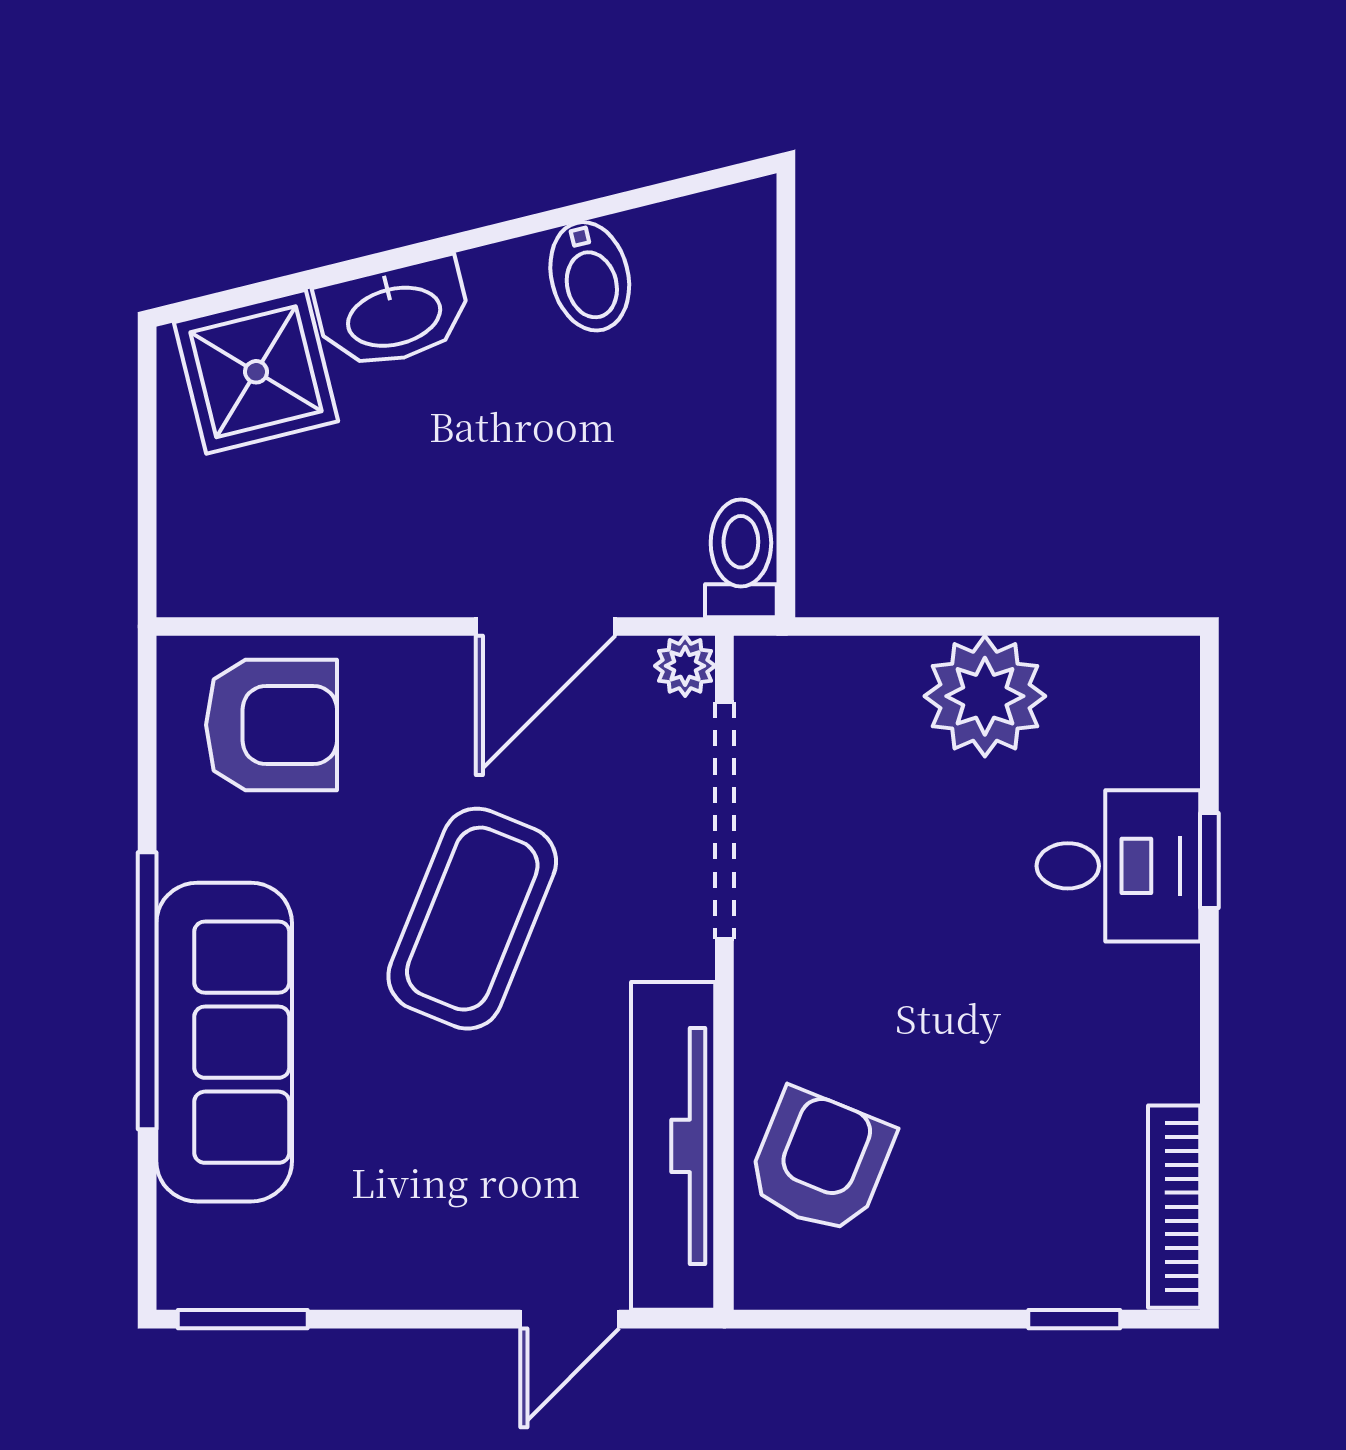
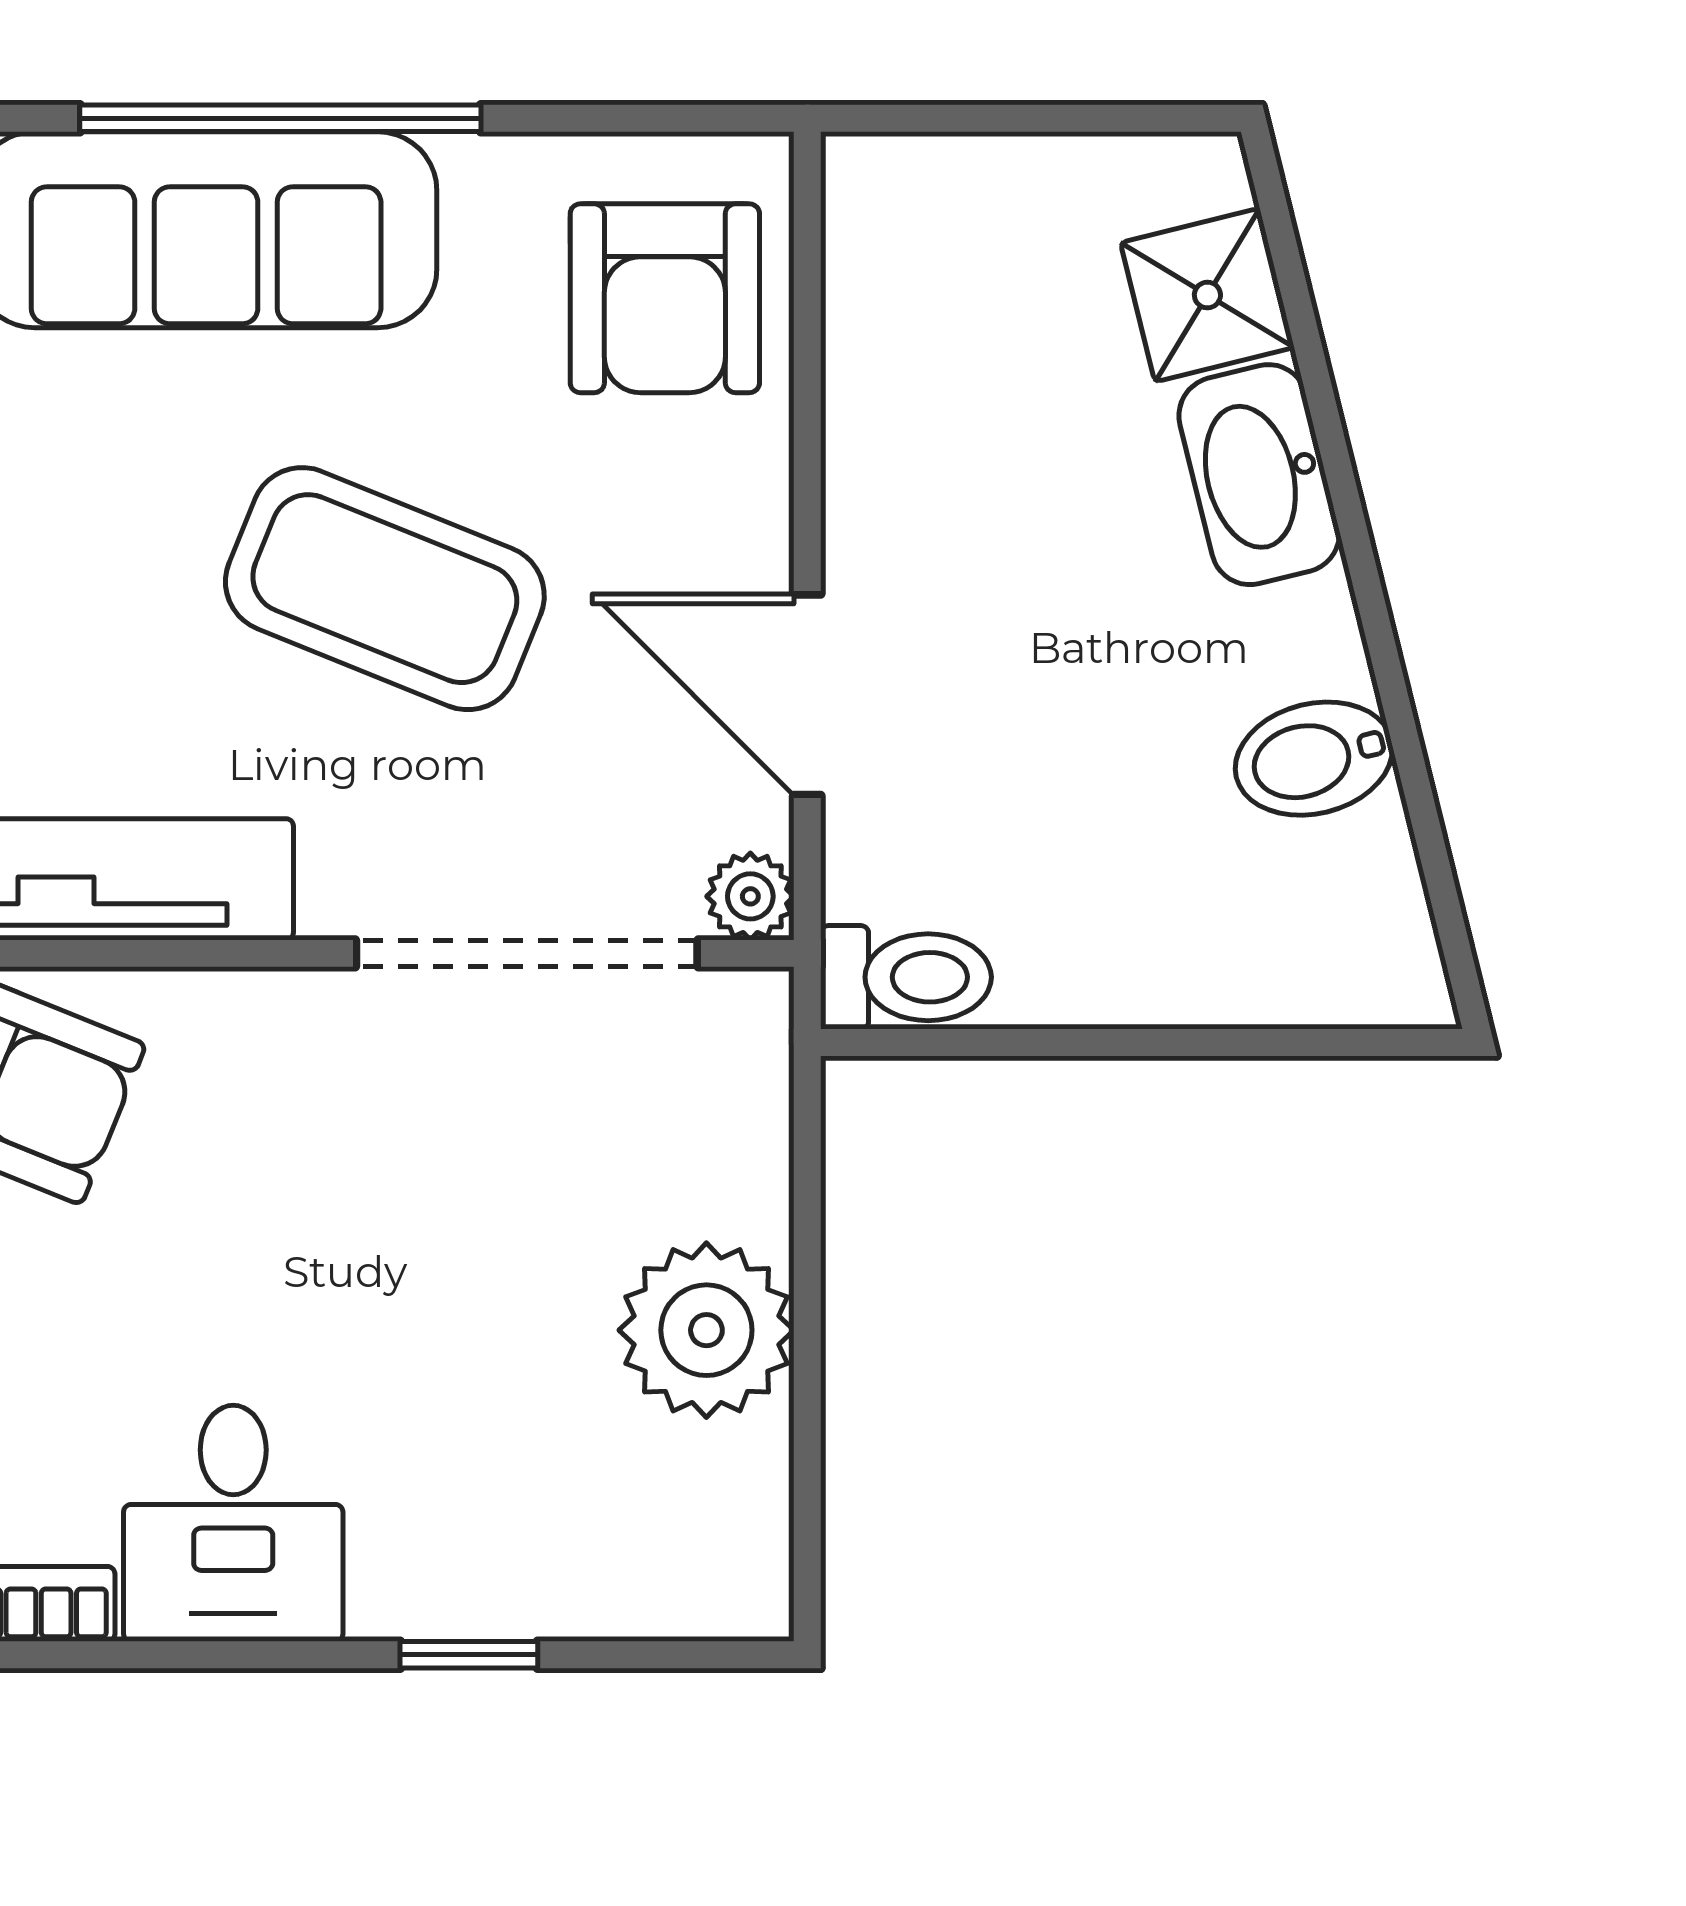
shower: (256, 372) -> (1207, 295), width x0.73, depth x0.73
desk: (1118, 866) -> (233, 1523), moved

